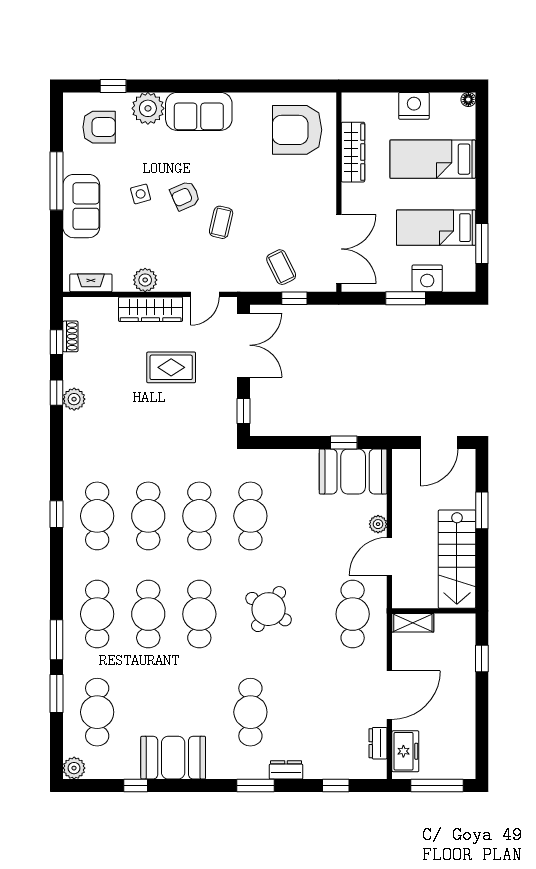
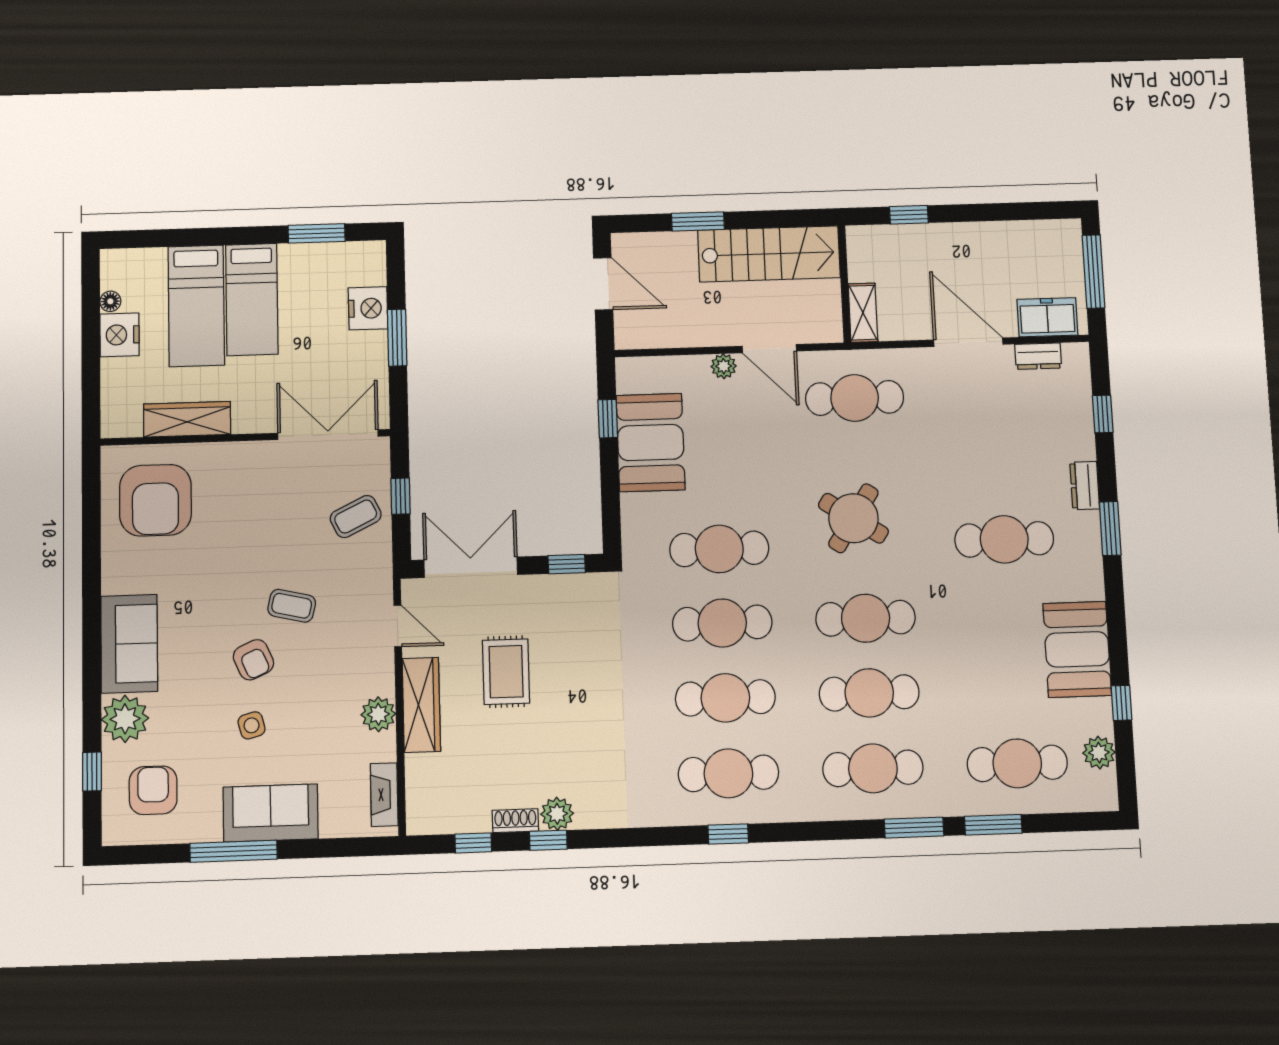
floor lamp: (468, 99) -> (110, 301), moved
bed: (436, 228) -> (252, 299), moved
shoe rack: (70, 336) -> (515, 821), moved
booth: (353, 471) -> (651, 443), moved
plant: (74, 768) -> (1099, 753), moved

